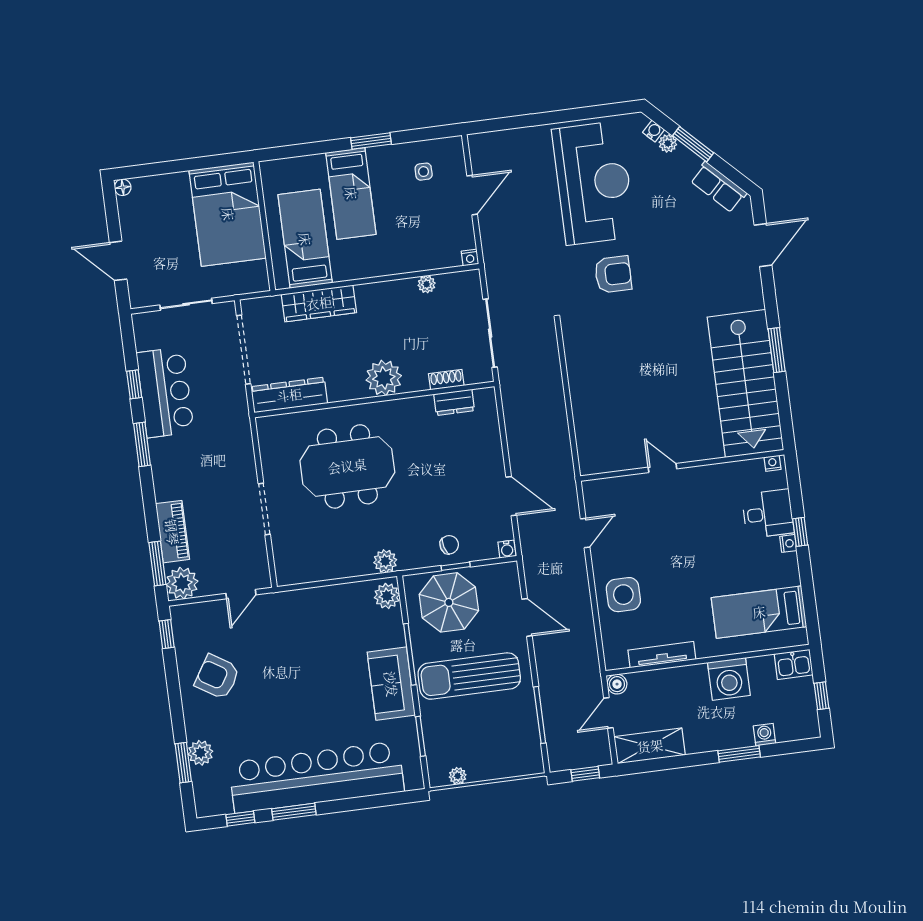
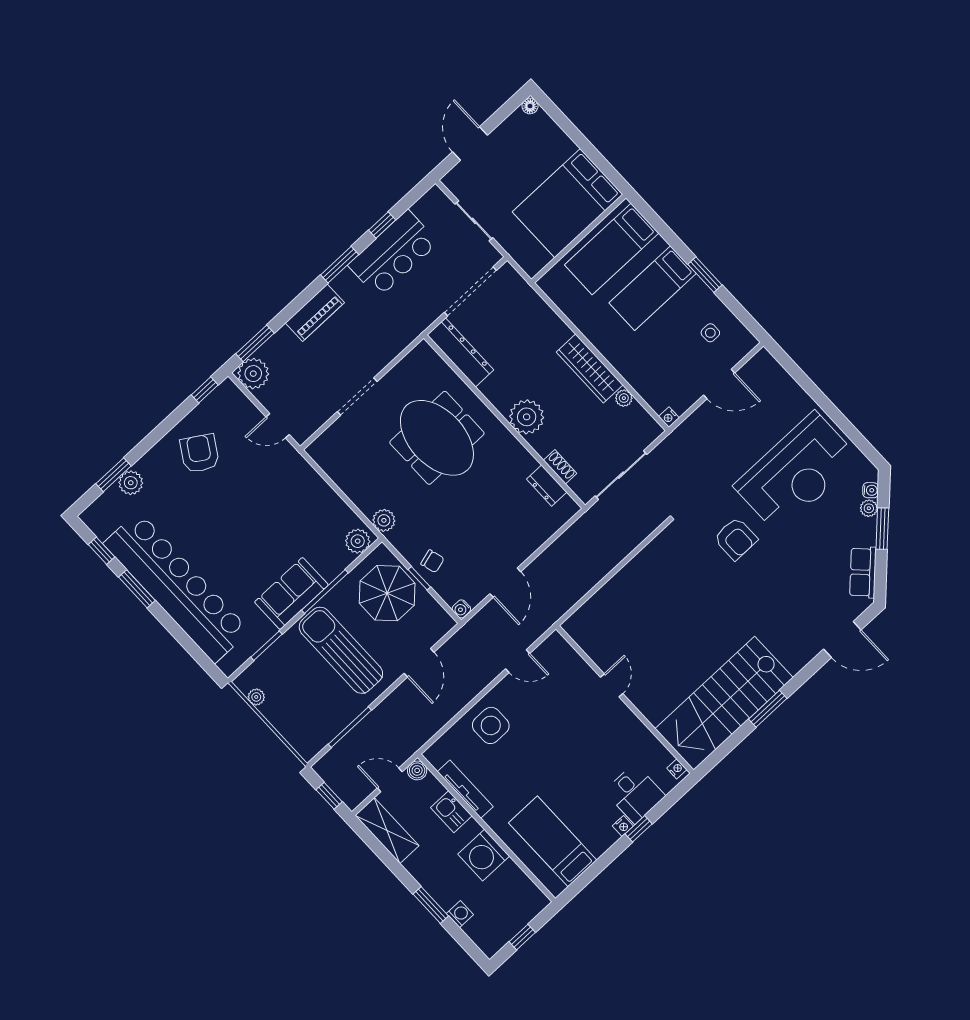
bed: (305, 239) -> (612, 249), moved, turned 180
wardrobe: (319, 303) -> (590, 368), moved
piano: (172, 532) -> (315, 313), moved
kitchen sink: (794, 664) -> (451, 812), moved

